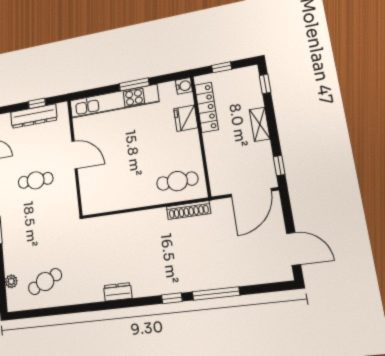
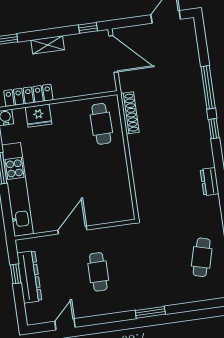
plant: (11, 281) -> (203, 294), removed
cafe table: (45, 282) -> (202, 257), turned 39

